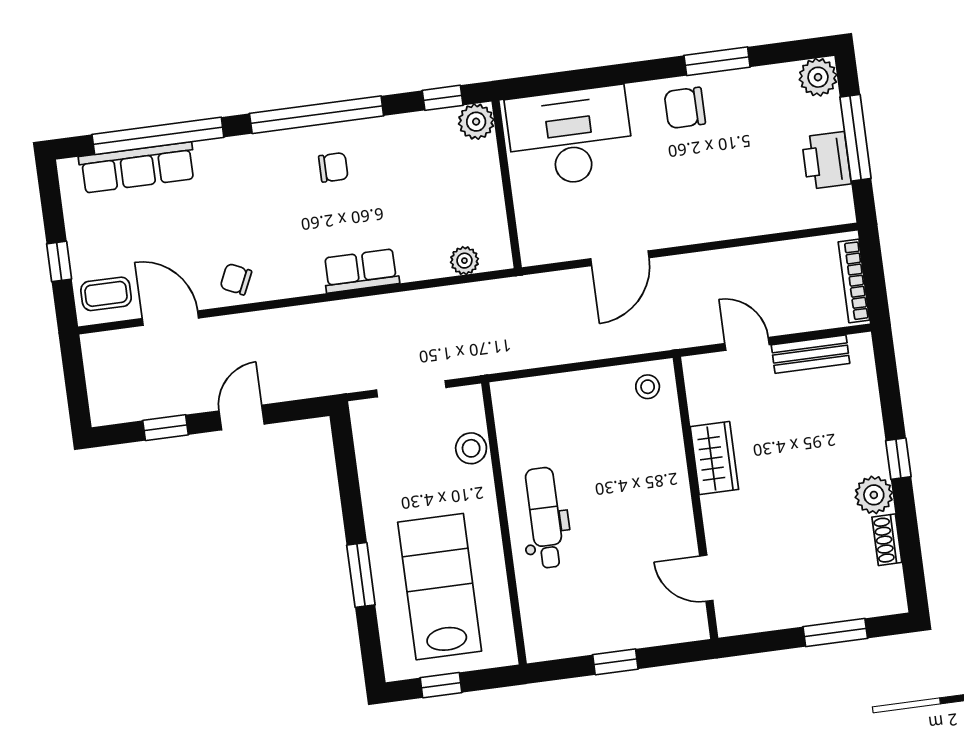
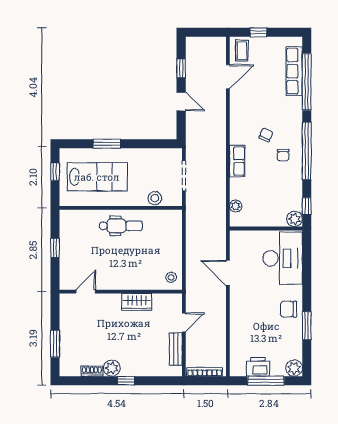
chair: (685, 108) -> (289, 309), turned -90
chair: (236, 279) -> (266, 135), moved

